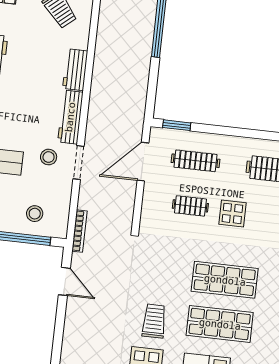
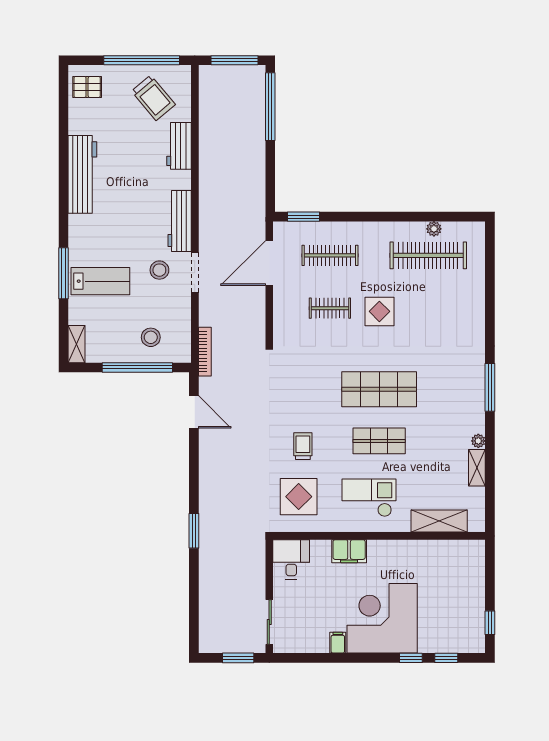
workbench: (75, 70) -> (179, 146), moved
trolley: (154, 321) -> (303, 446), width x0.73, depth x0.72
shop shelf: (220, 324) -> (379, 441), width x0.70, depth x0.74

